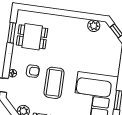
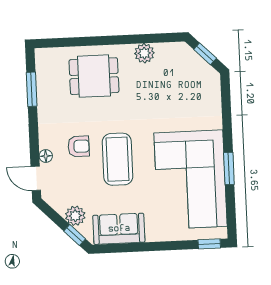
plant: (94, 26) -> (144, 53), moved
dining table: (32, 37) -> (94, 76), moved

